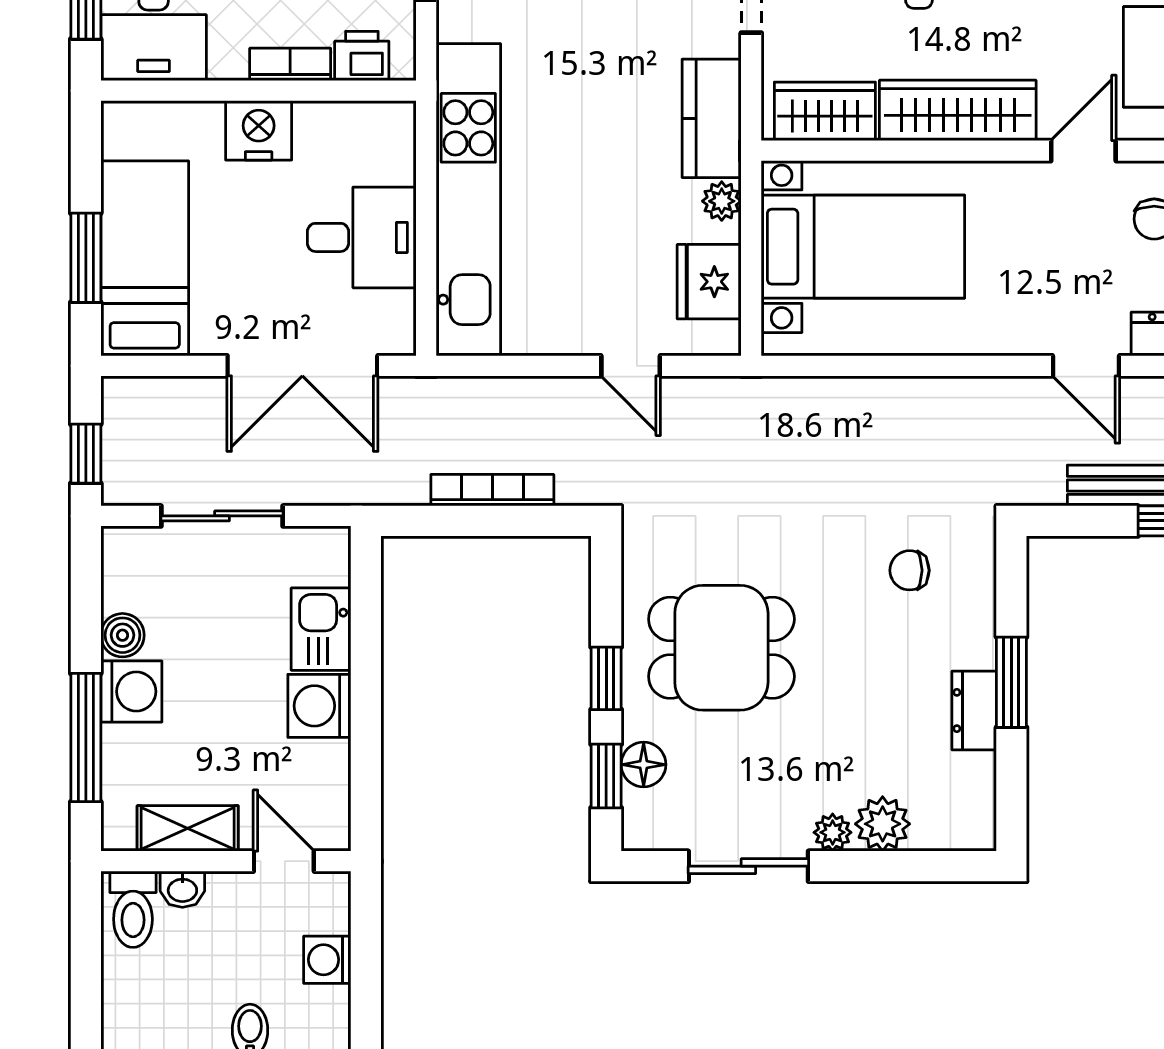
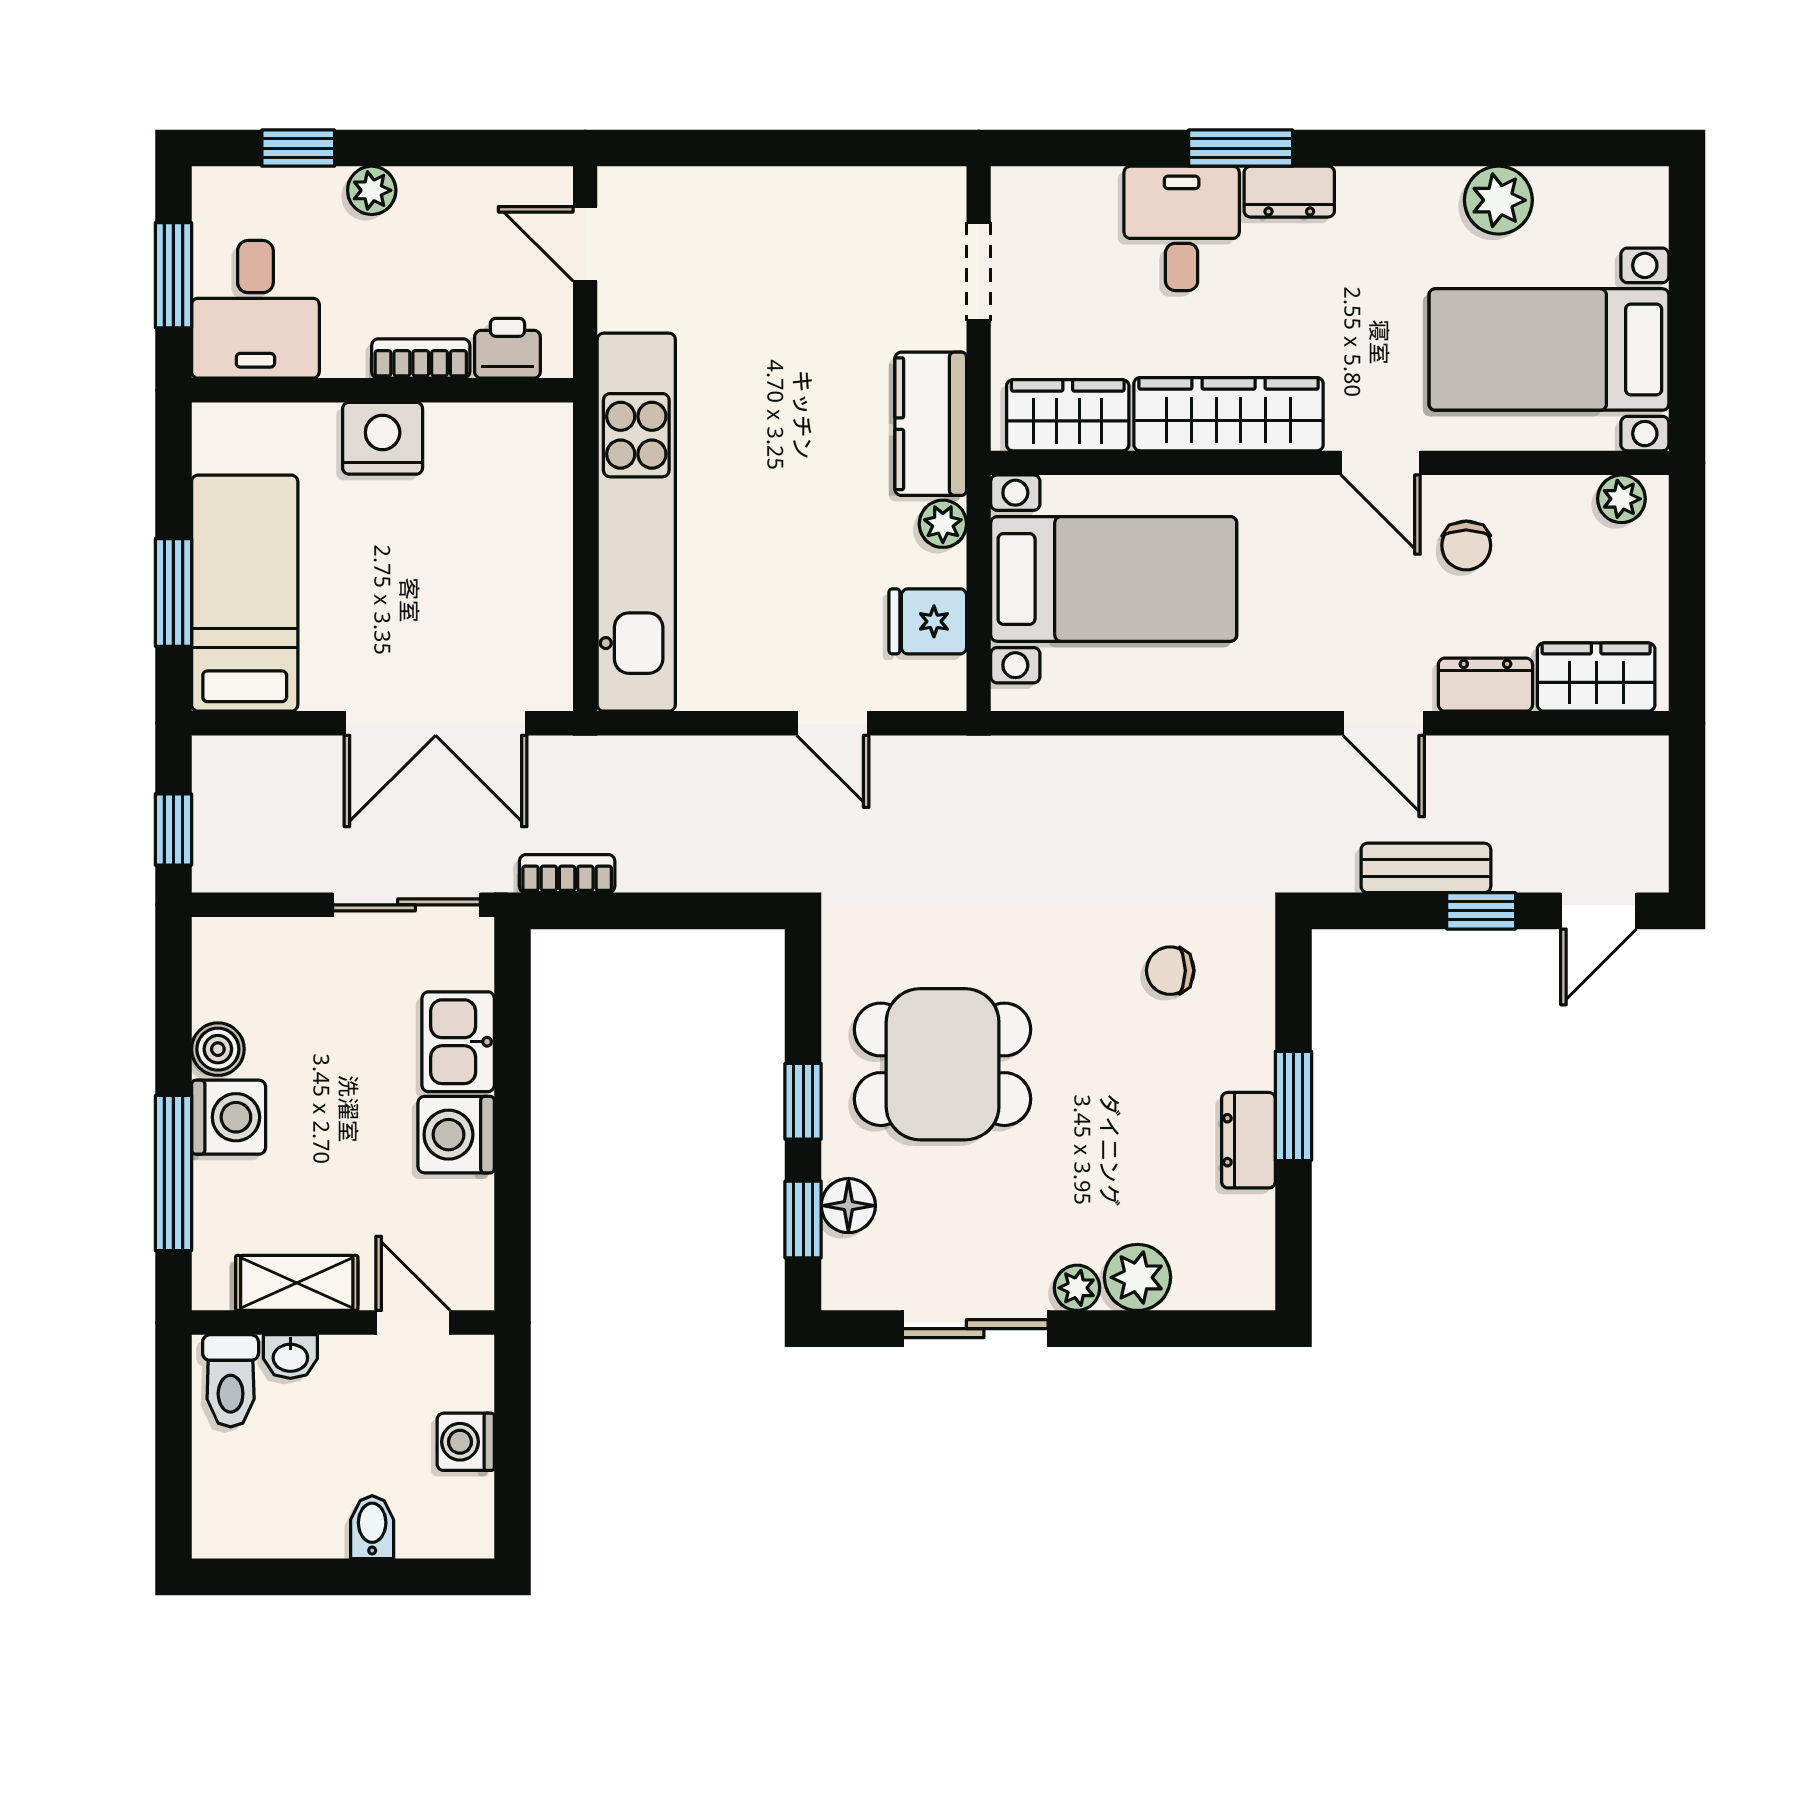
door: (1083, 151) -> (1381, 463), swing flipped
desk: (362, 237) -> (507, 568), removed
fridge: (709, 282) -> (928, 621), width x0.72
bookcase: (492, 490) -> (567, 874), moved, width x0.64
sliding door: (222, 516) -> (407, 905), moved

